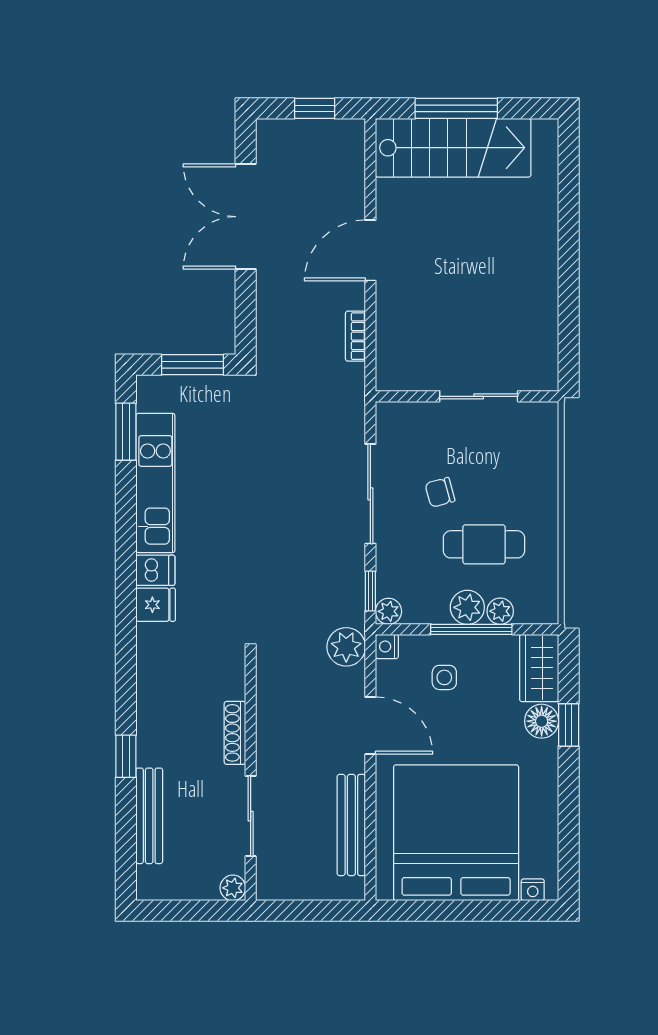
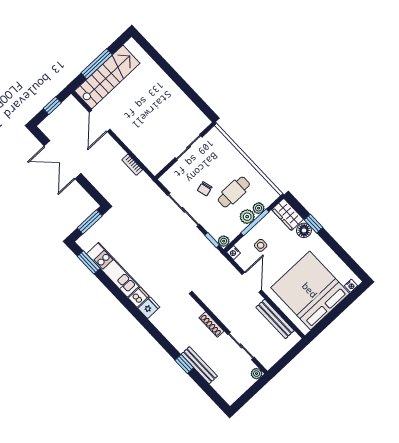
door: (370, 250) -> (100, 121), moved
plant: (346, 647) -> (221, 265), removed
door: (370, 726) -> (252, 282), hinge flipped
bench: (149, 816) -> (199, 365), moved

